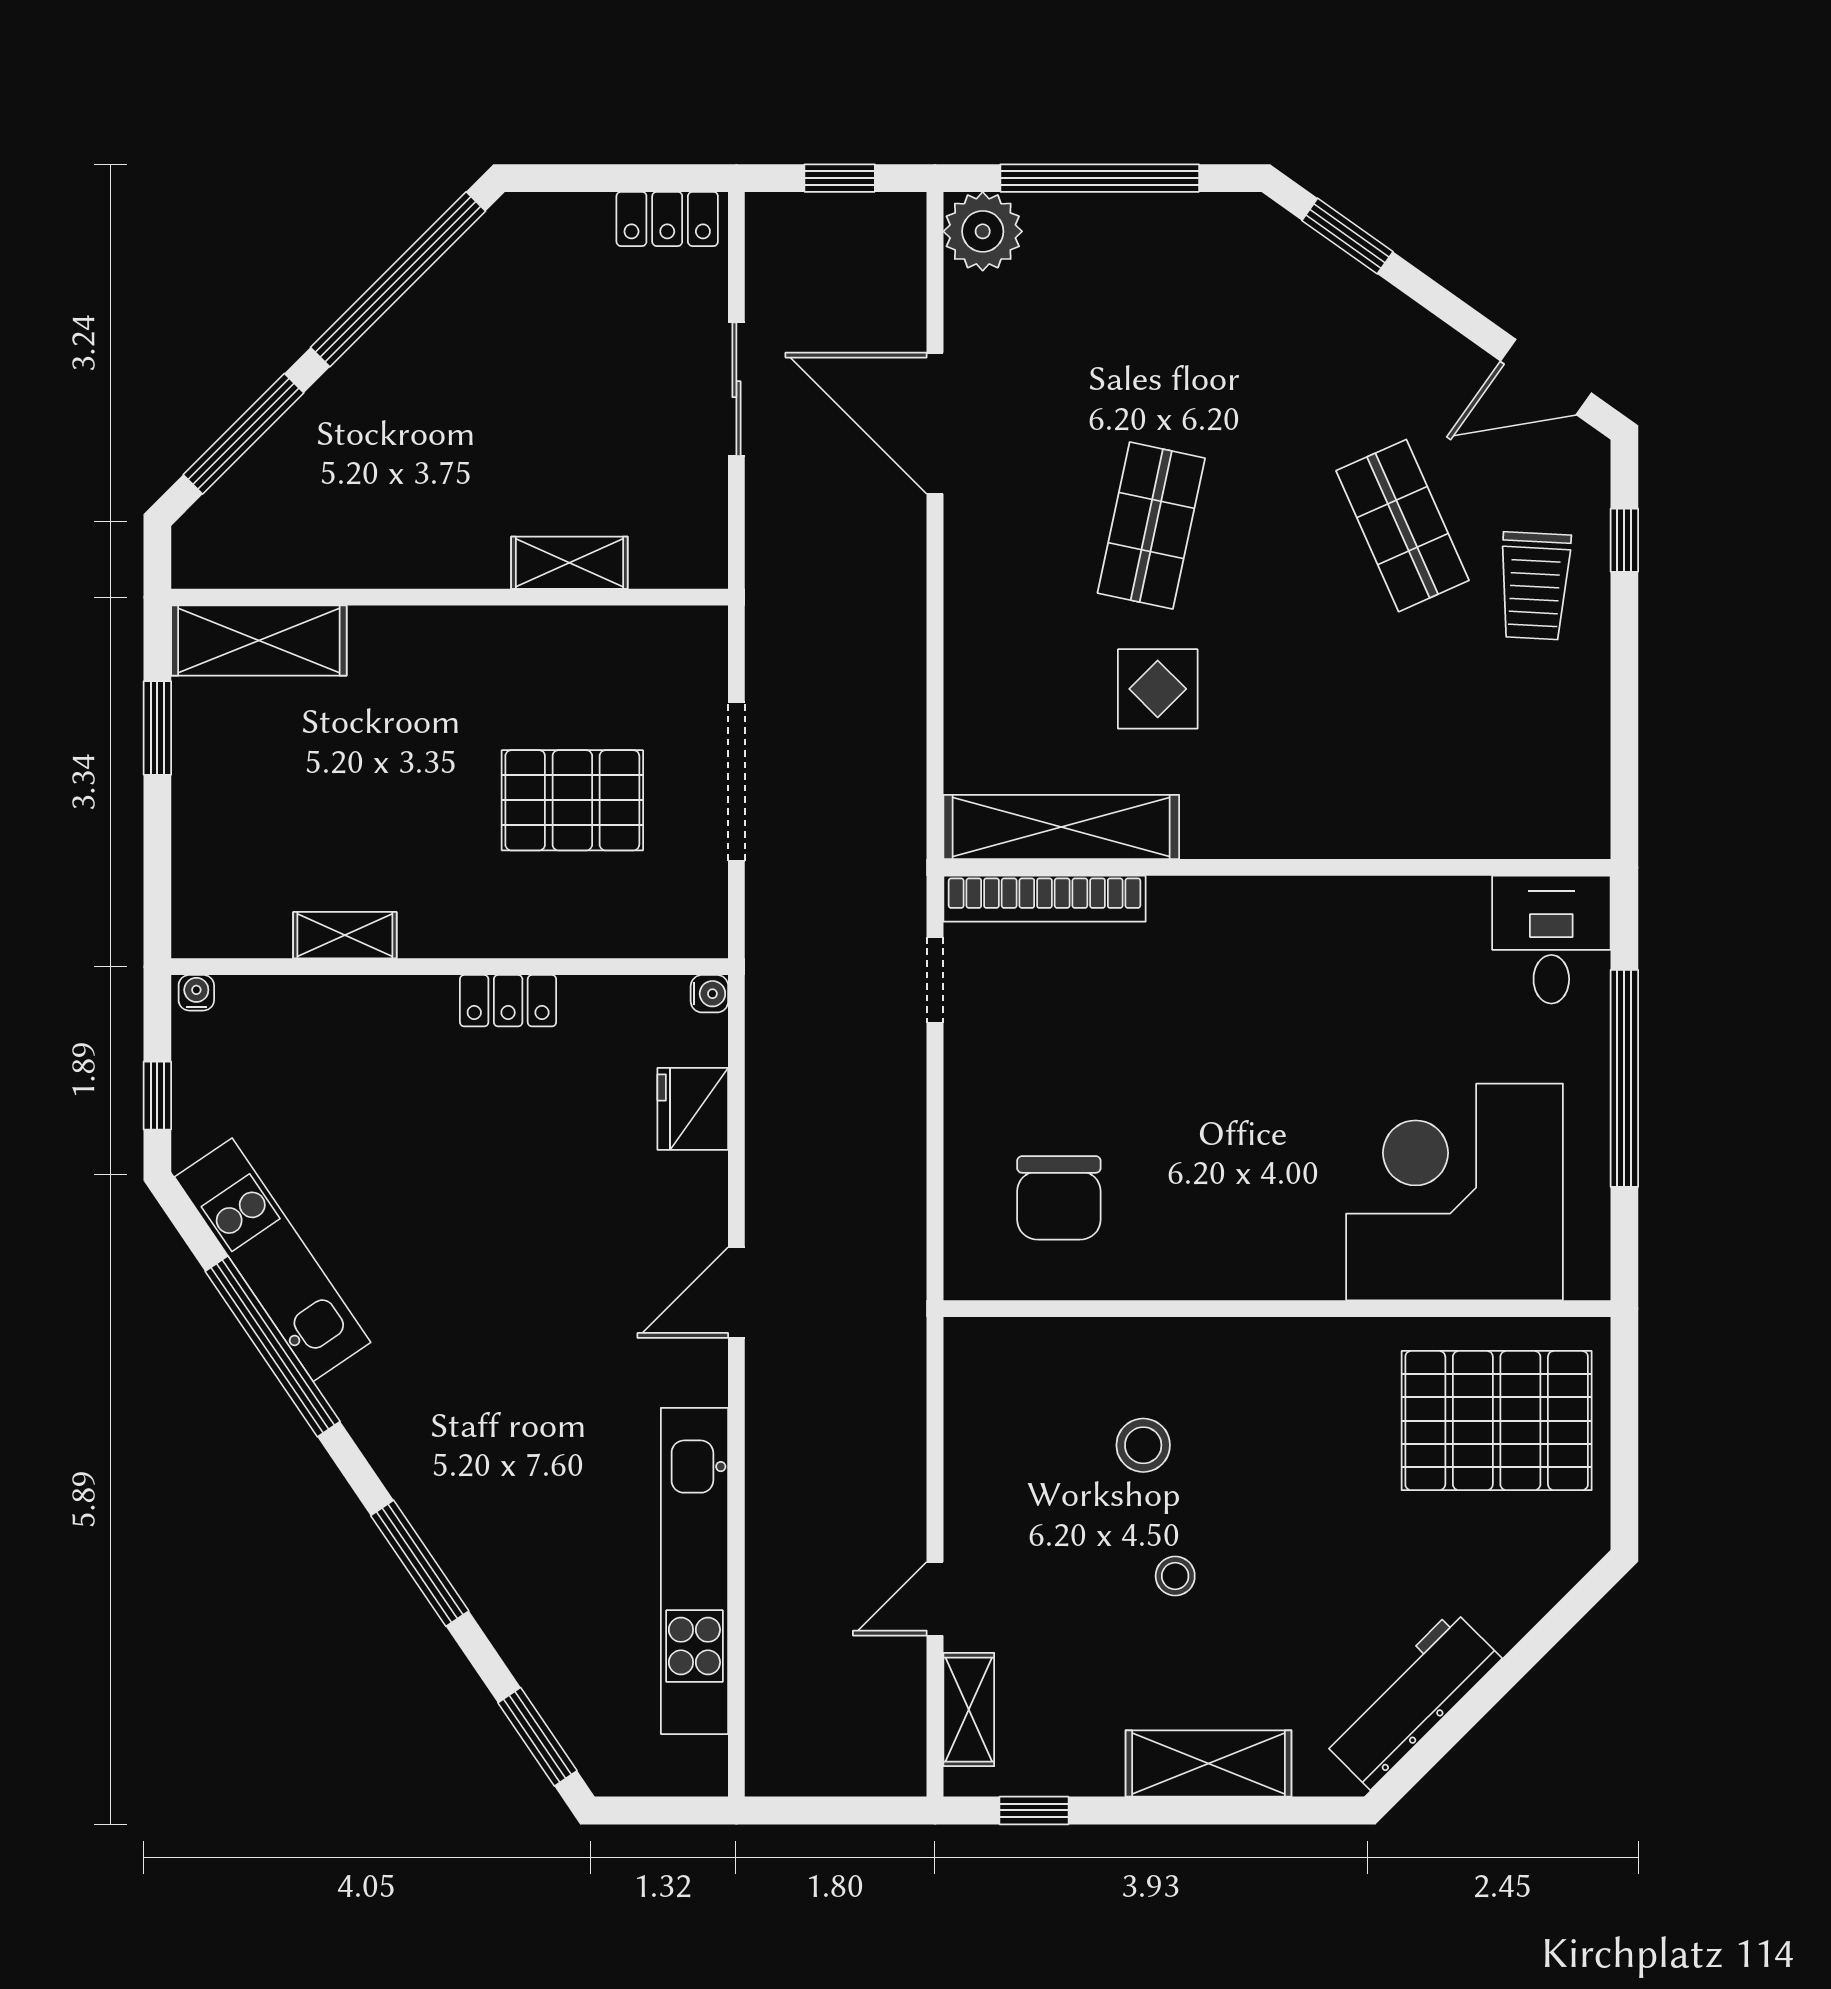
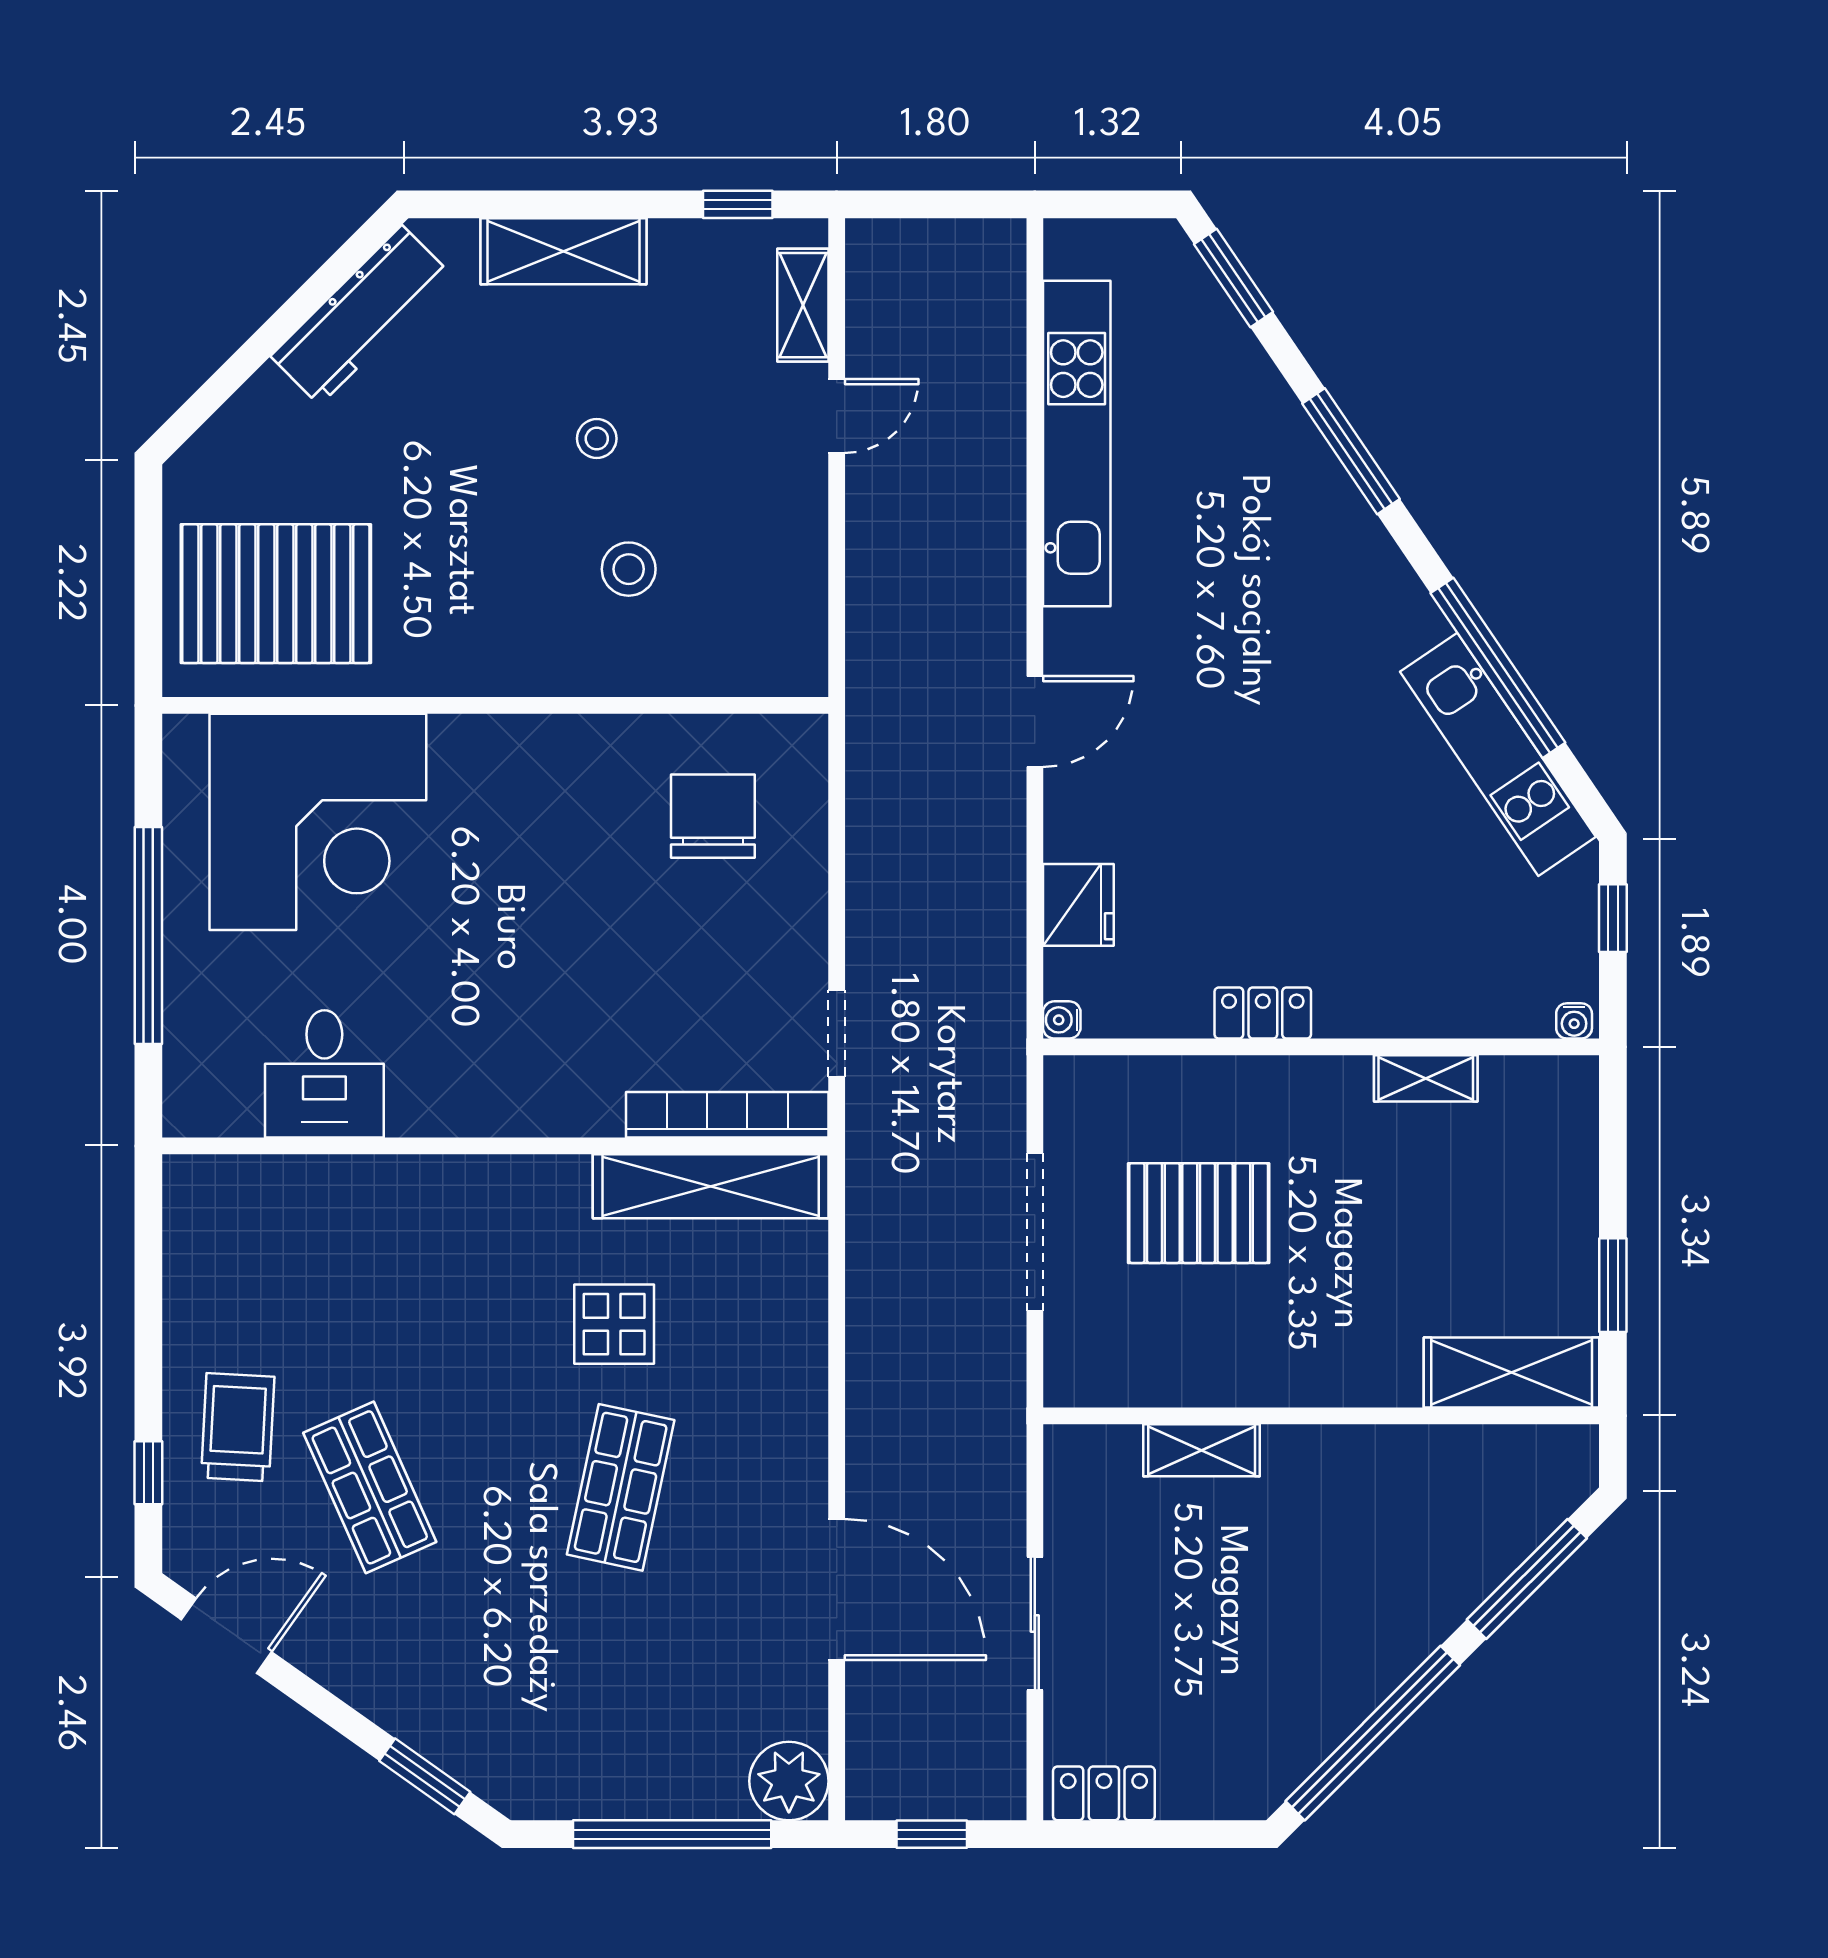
desk: (1551, 940) -> (324, 1074), moved

